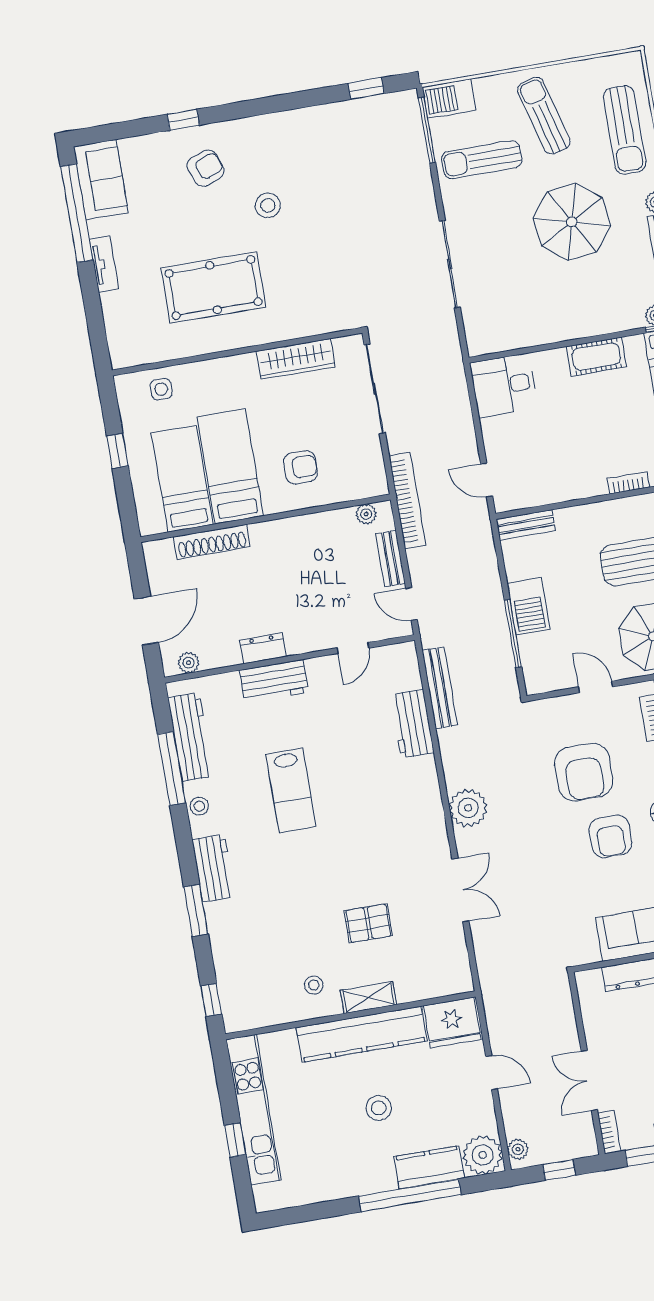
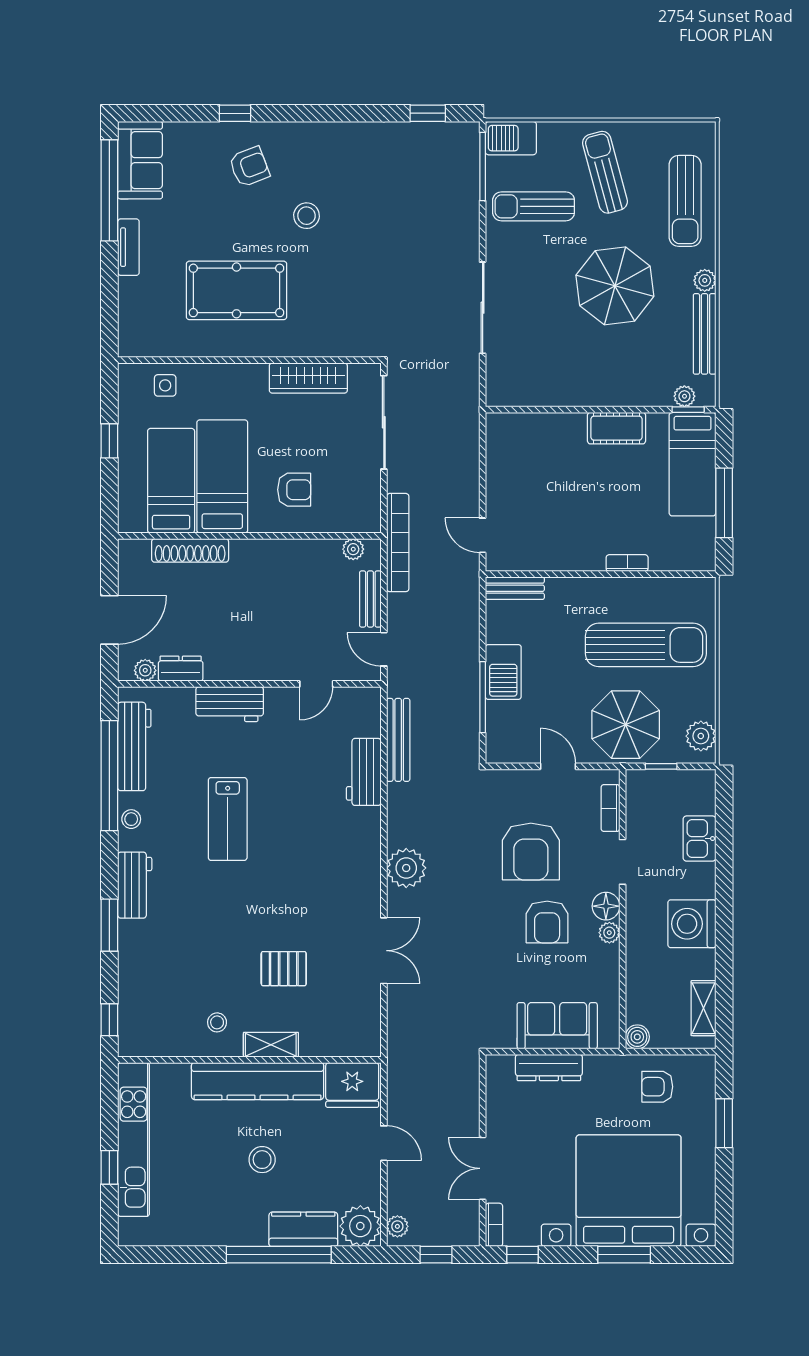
desk: (504, 385) -> (517, 441), removed
dresser: (263, 648) -> (181, 669), moved
window: (172, 768) -> (109, 776), width x1.46

